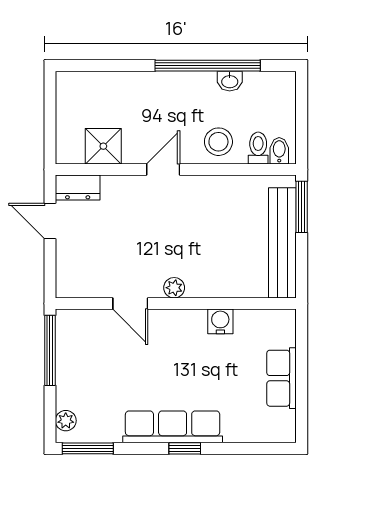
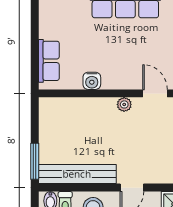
bench: (282, 243) -> (77, 174), moved, turned 90
row of seats: (281, 378) -> (49, 61), moved

